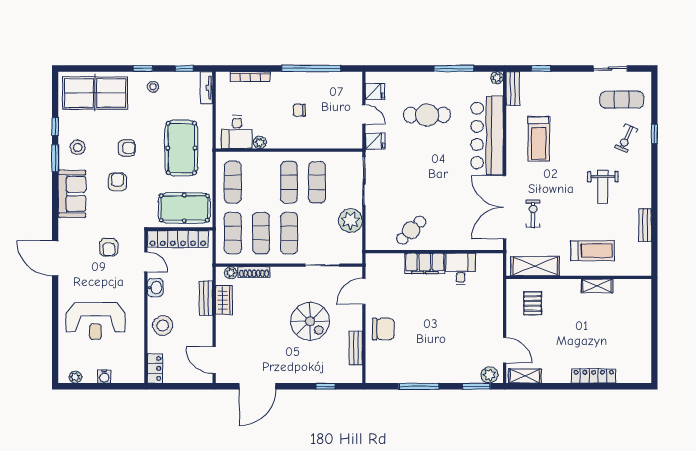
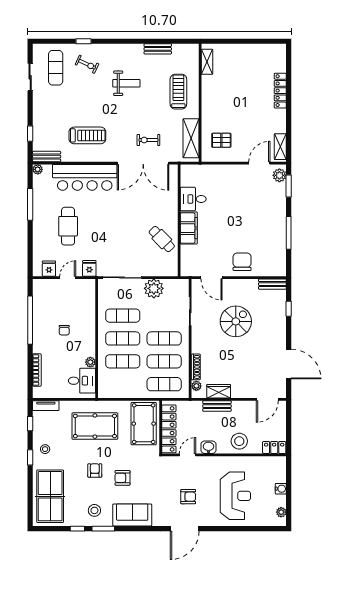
exercise mat: (233, 182) -> (123, 361), moved
armchair: (109, 247) -> (188, 497), moved
shelving: (597, 286) -> (207, 62), moved
bench: (356, 348) -> (272, 284), moved

